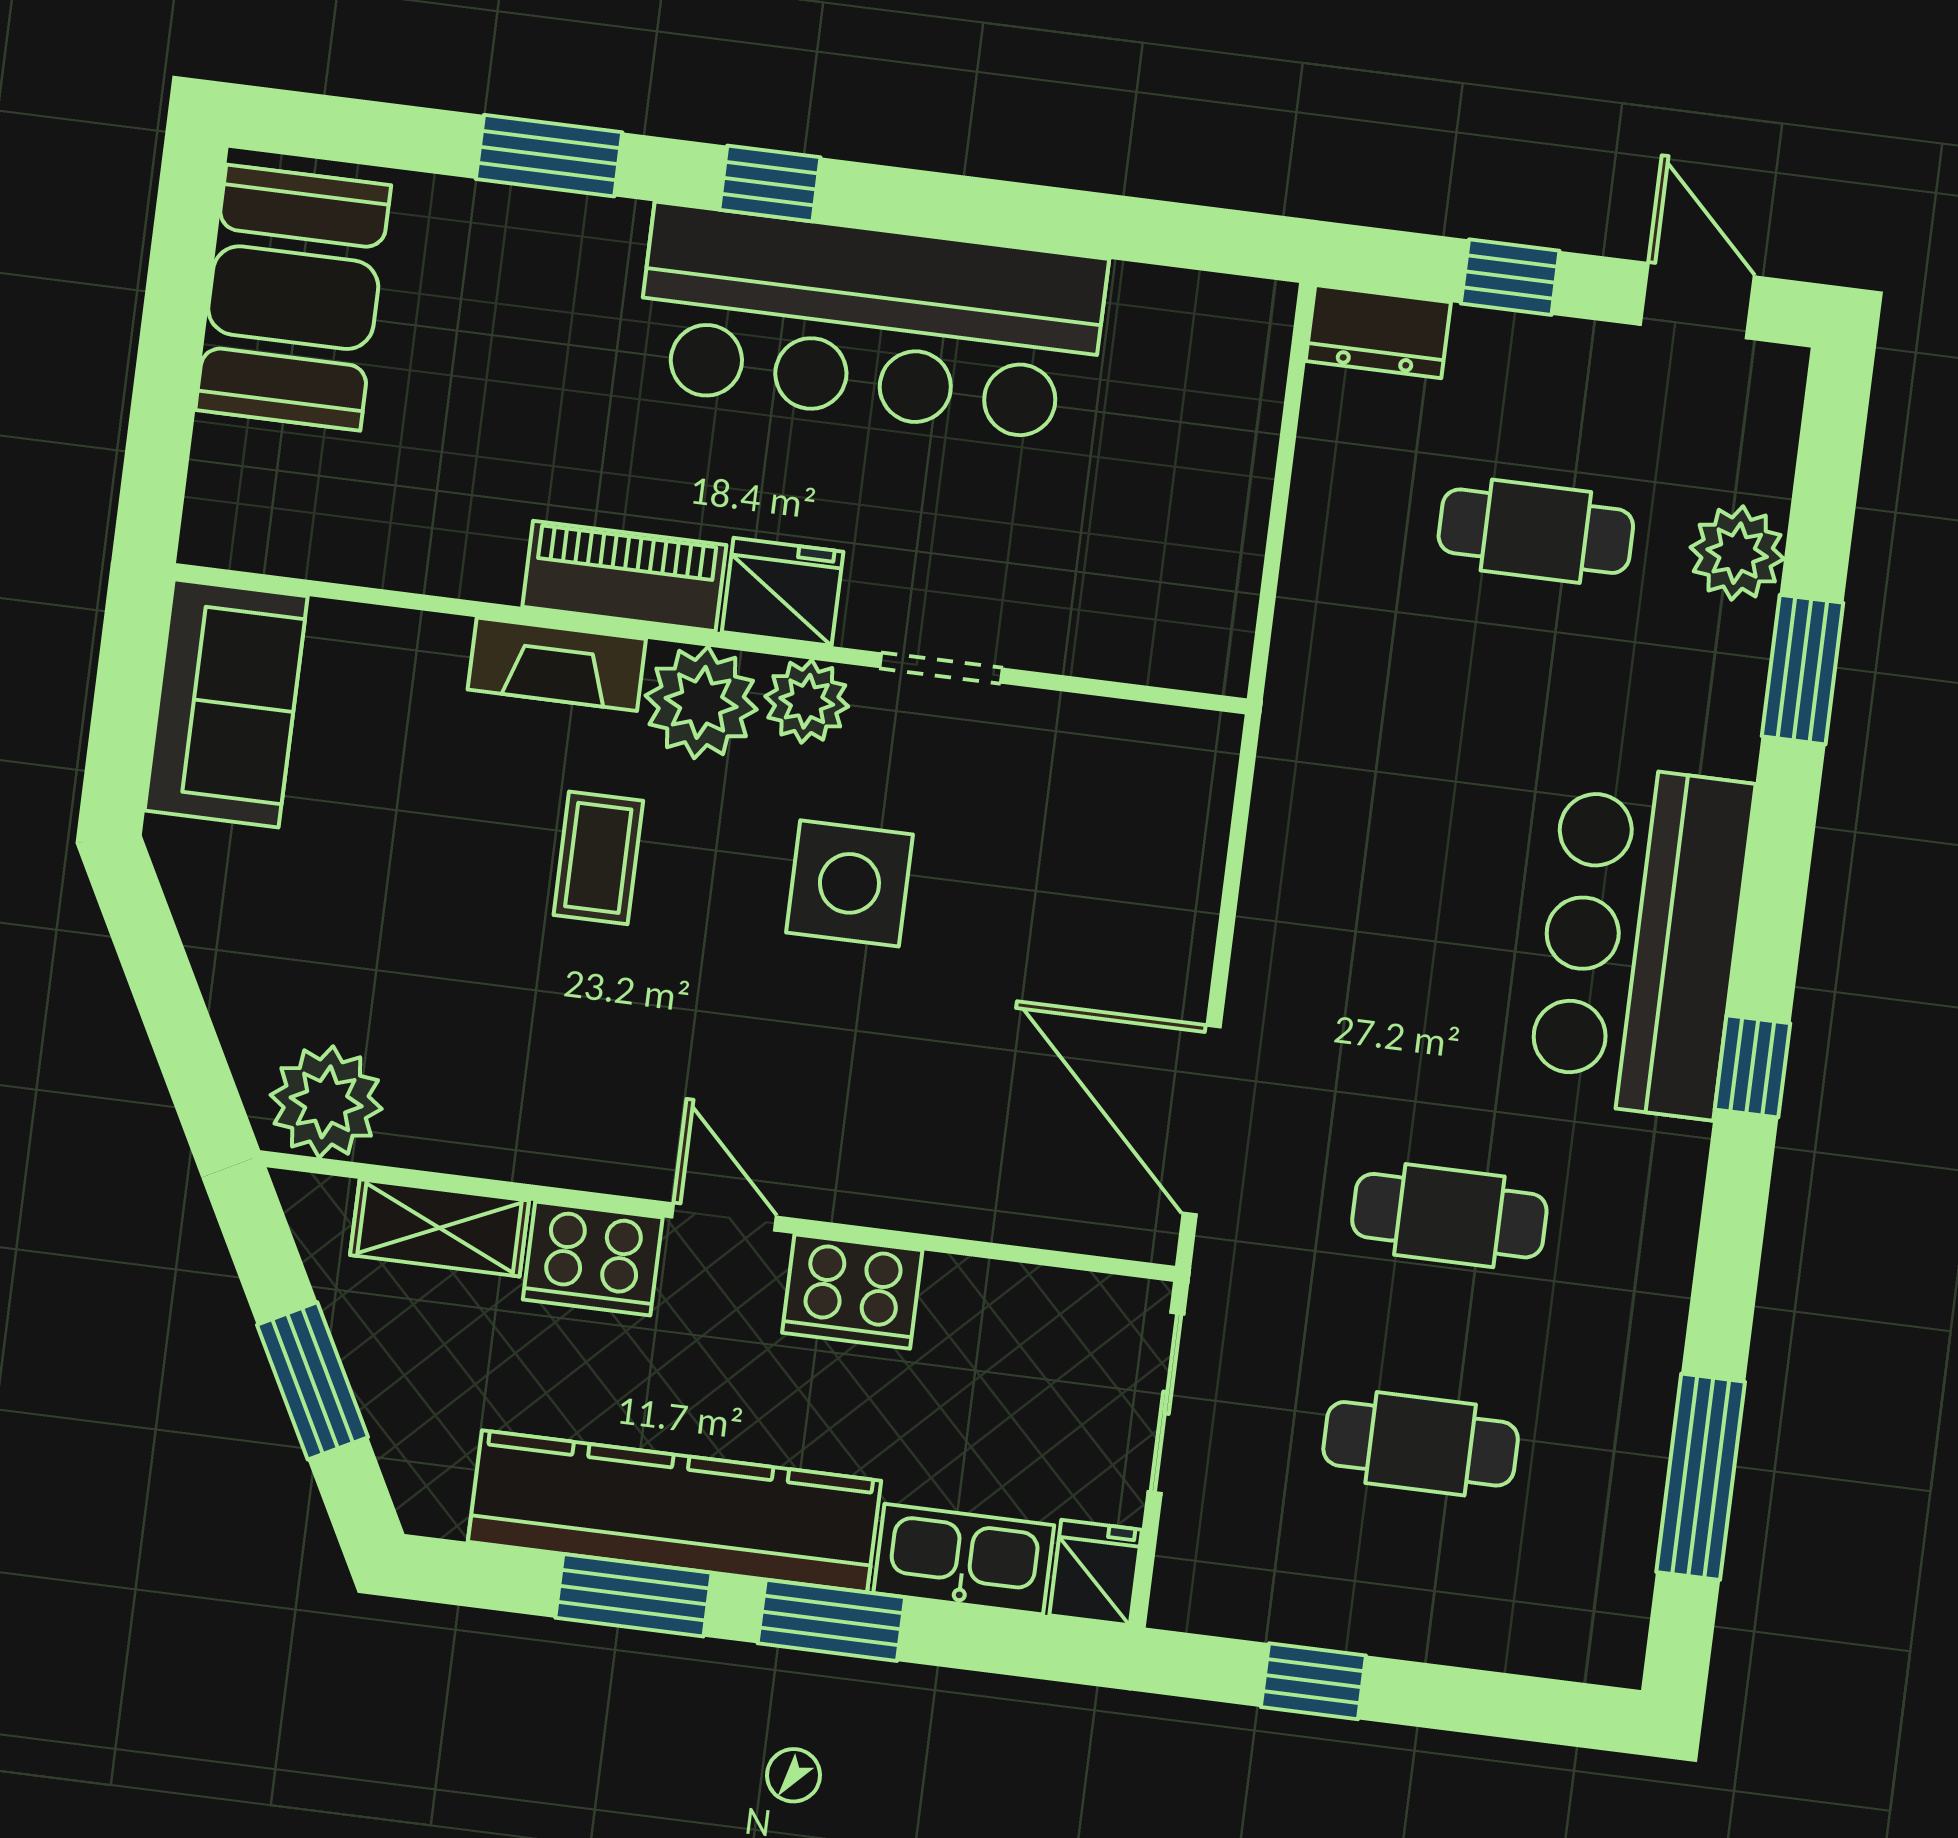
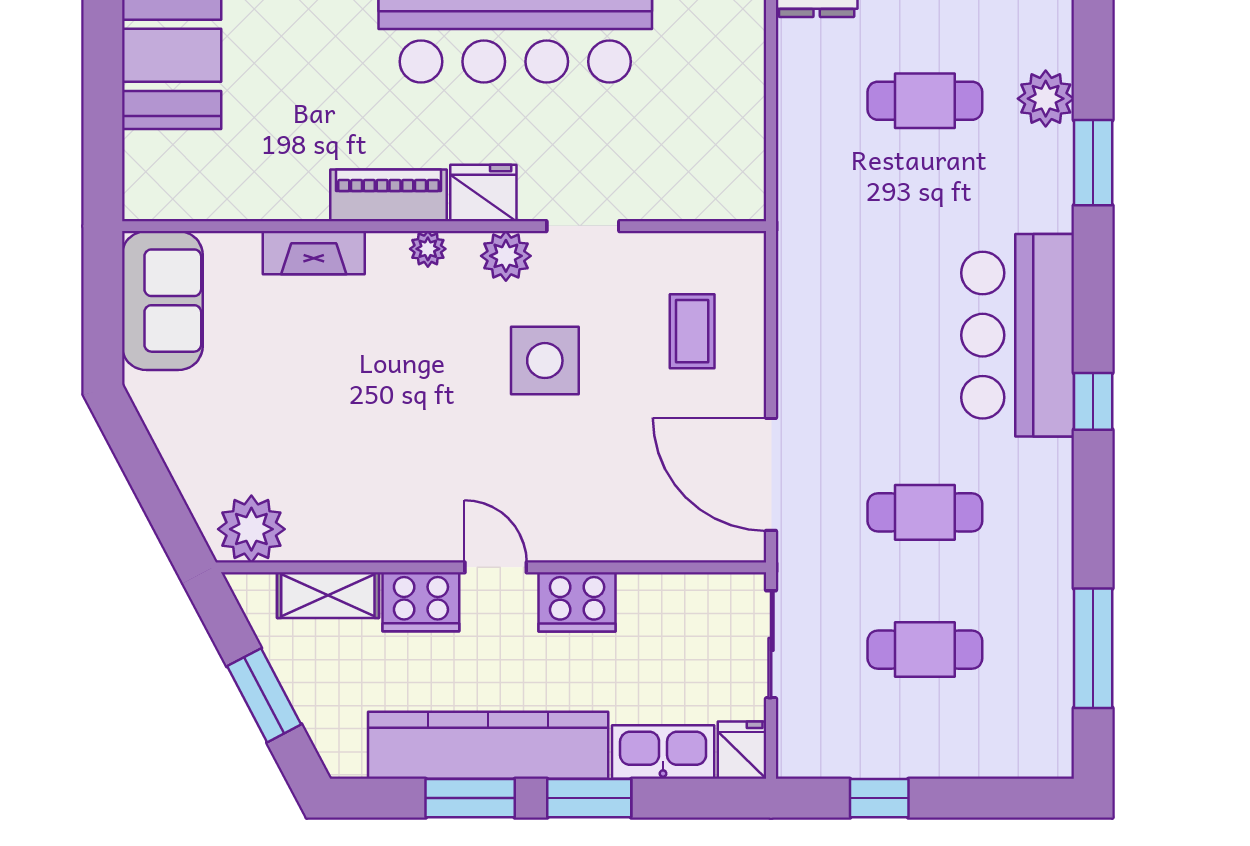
fireplace: (557, 664) -> (314, 253), moved
plant: (701, 702) -> (428, 249), width x0.53, depth x0.53
coffee table: (598, 858) -> (692, 331), moved

